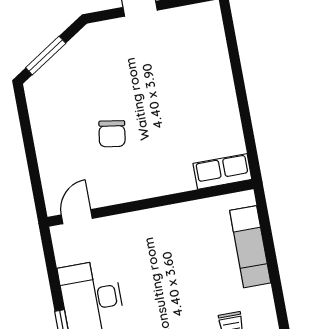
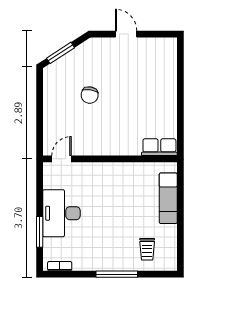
chair: (112, 134) -> (90, 95), moved

